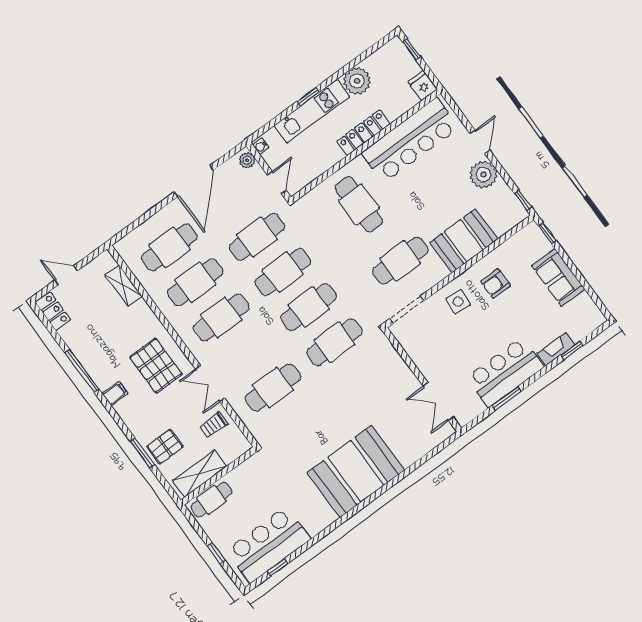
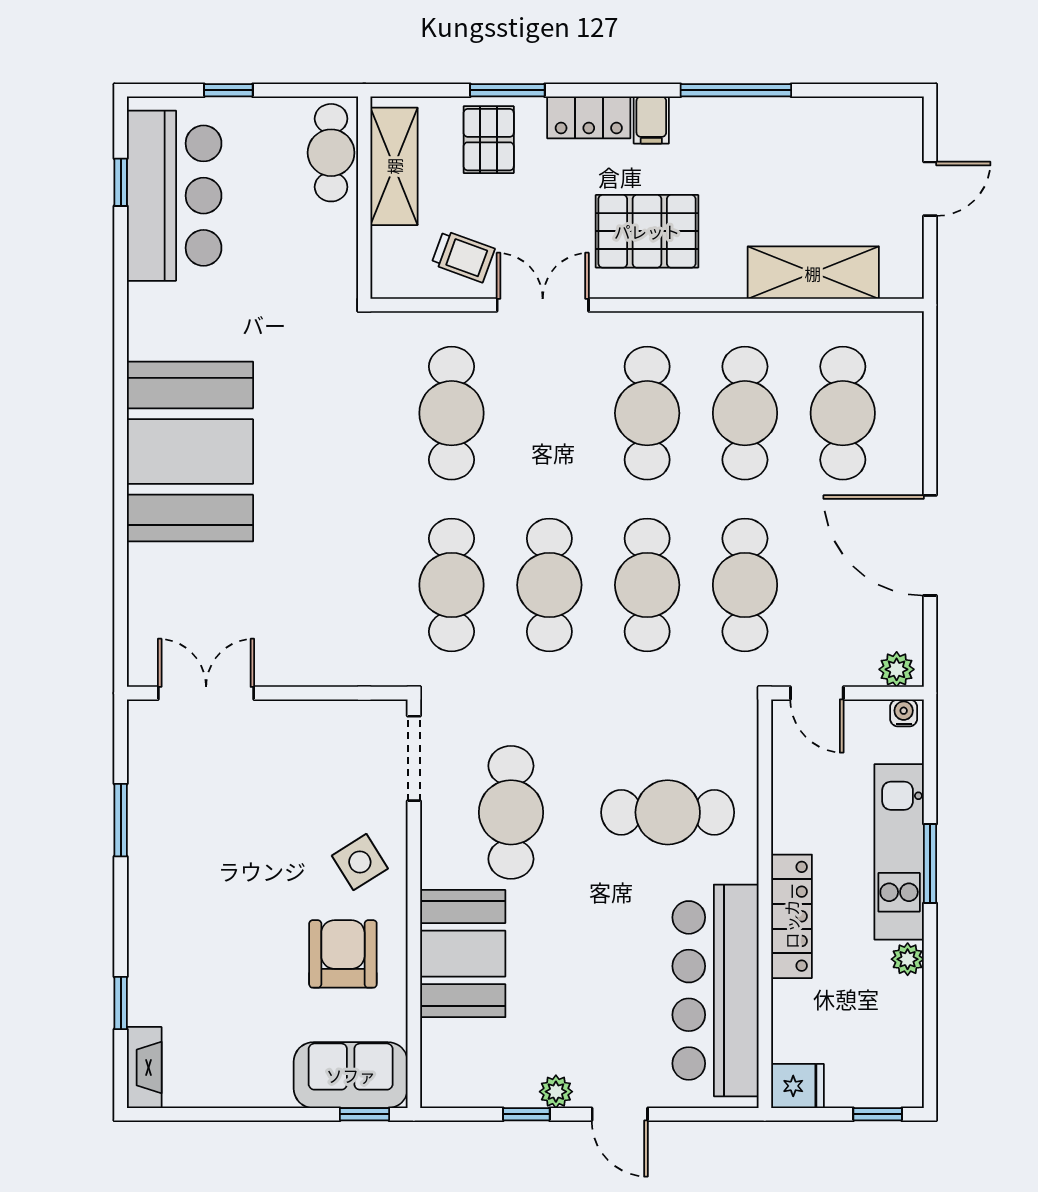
plant: (357, 81) -> (908, 959), width x0.53, depth x0.53
window: (308, 97) -> (930, 863), width x1.50
plant: (483, 175) -> (556, 1092), width x0.53, depth x0.53
window: (523, 200) -> (526, 1114), moved
sofa: (558, 278) -> (351, 1075), moved
armchair: (496, 284) -> (343, 954), width x1.38, depth x1.38
shelving: (123, 285) -> (813, 273), width x1.50, depth x1.33
side table: (458, 302) -> (360, 862), turned -38
locker: (53, 311) -> (589, 117), moved
fireplace: (556, 349) -> (144, 1068), moved
bar counter: (505, 372) -> (170, 853), removed
trolley: (214, 425) -> (463, 256), turned 110

